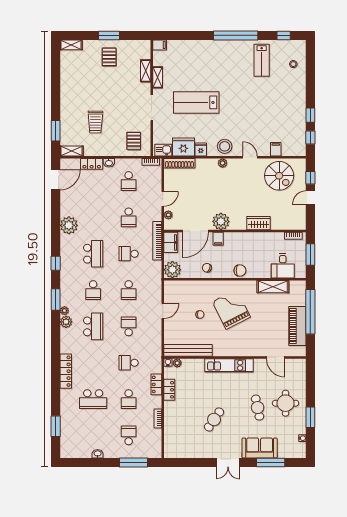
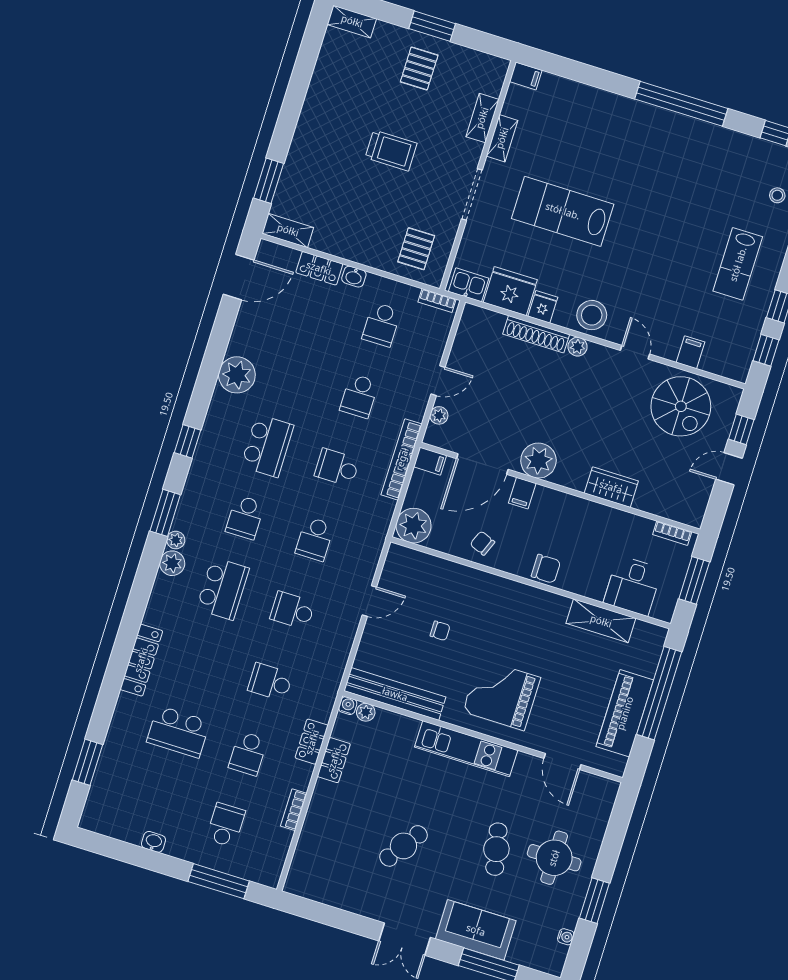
lab bench: (262, 60) -> (738, 264), moved
trolley: (95, 122) -> (391, 150), moved, turned -91
shoe rack: (179, 163) -> (536, 334), moved
filing cabinet: (171, 242) -> (430, 461), width x0.50
grand piano: (231, 309) -> (502, 695), moved, turned -63
school desk: (129, 326) -> (292, 610), turned -90

